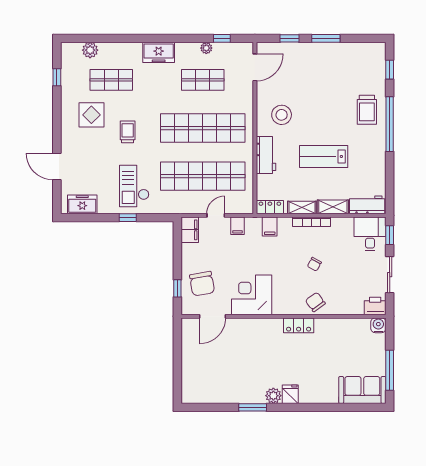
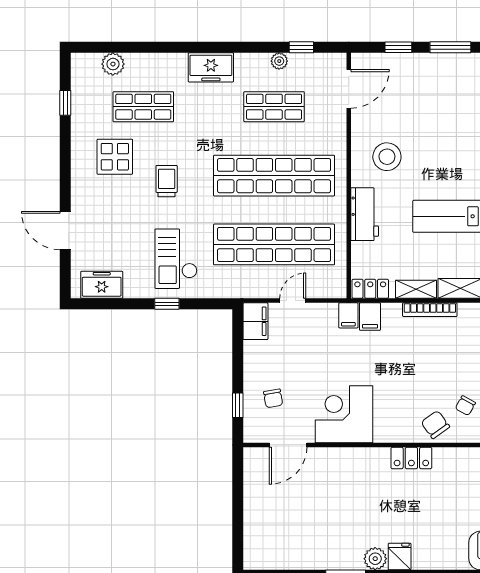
filing cabinet: (237, 226) -> (348, 315), moved
chair: (314, 264) -> (465, 406), moved
chair: (202, 284) -> (273, 398), width x0.54, depth x0.54

